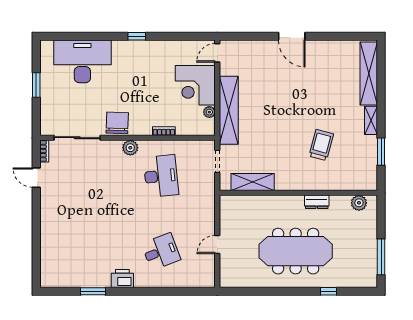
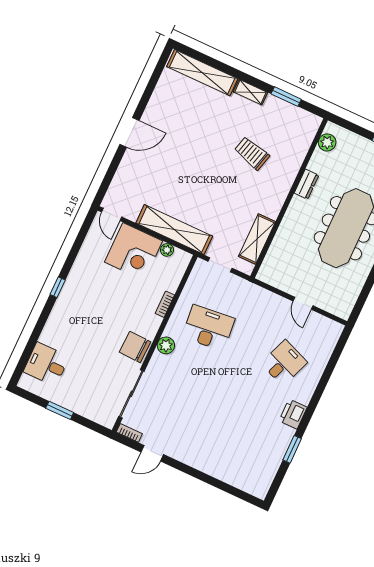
desk: (82, 61) -> (46, 364), width x0.53, depth x0.77
desk: (161, 252) -> (284, 363), turned 42

